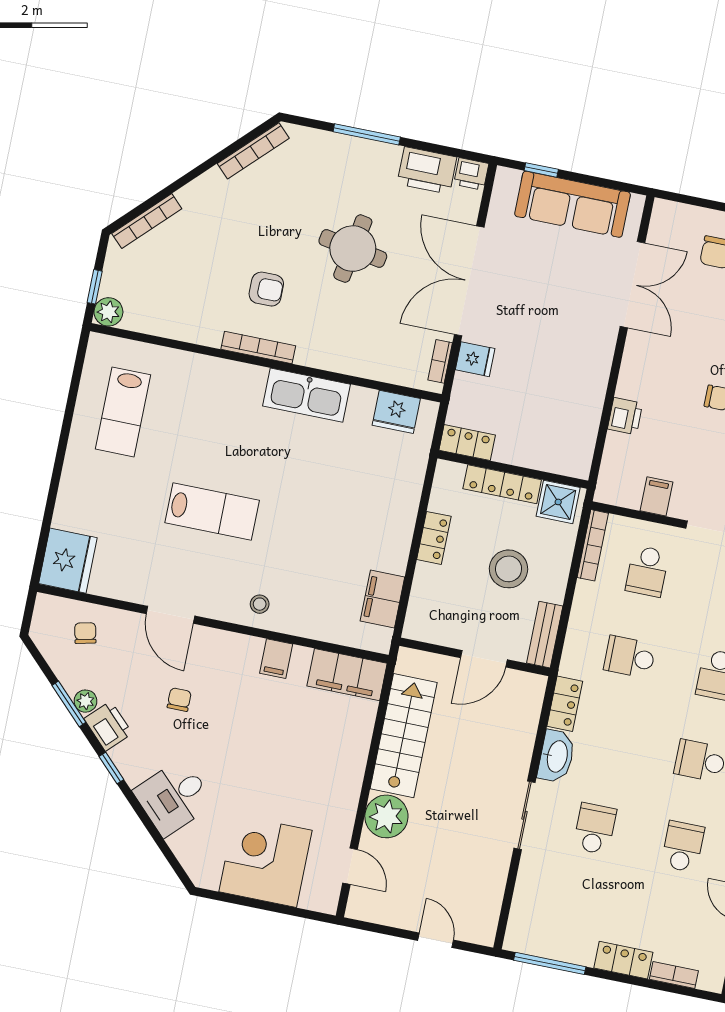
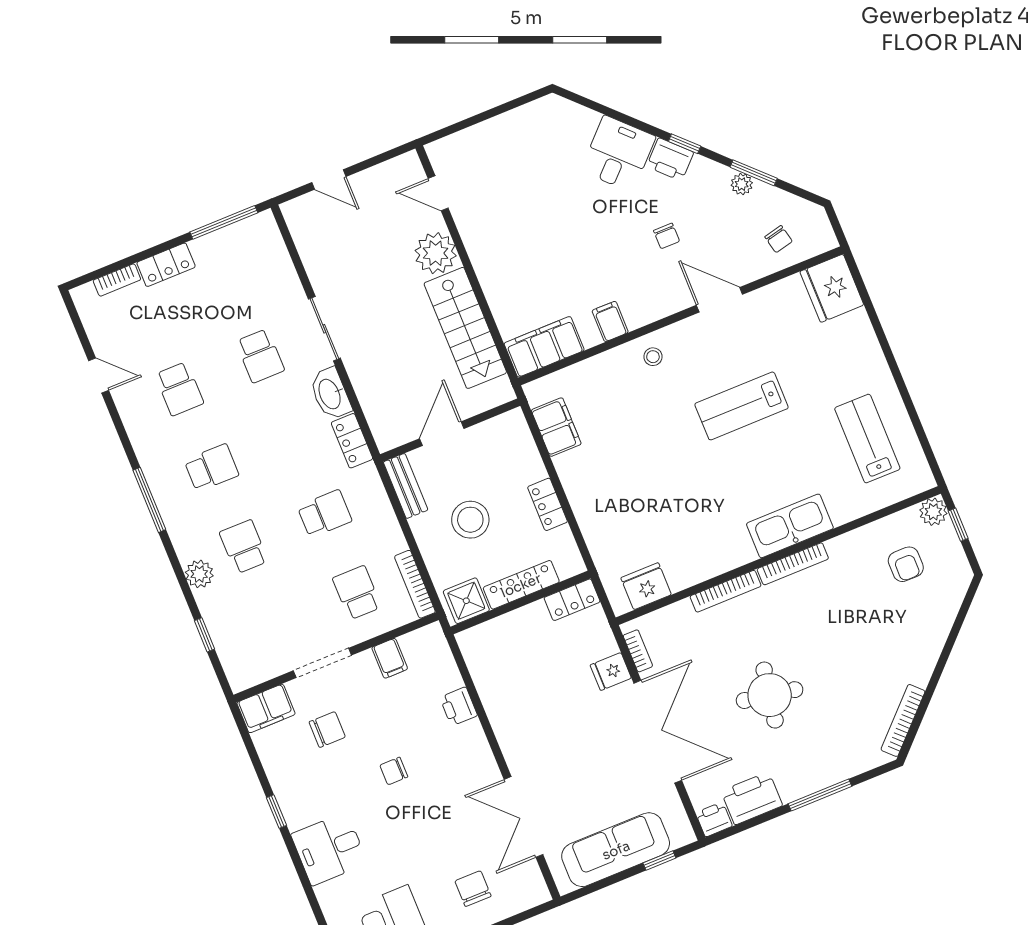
bookcase: (147, 221) -> (726, 591), moved, turned -135
armchair: (266, 289) -> (906, 564), moved, turned -90
kitchen sink: (307, 395) -> (790, 526), moved
printer: (108, 726) -> (670, 159), moved
corner desk: (265, 861) -> (510, 152), removed

